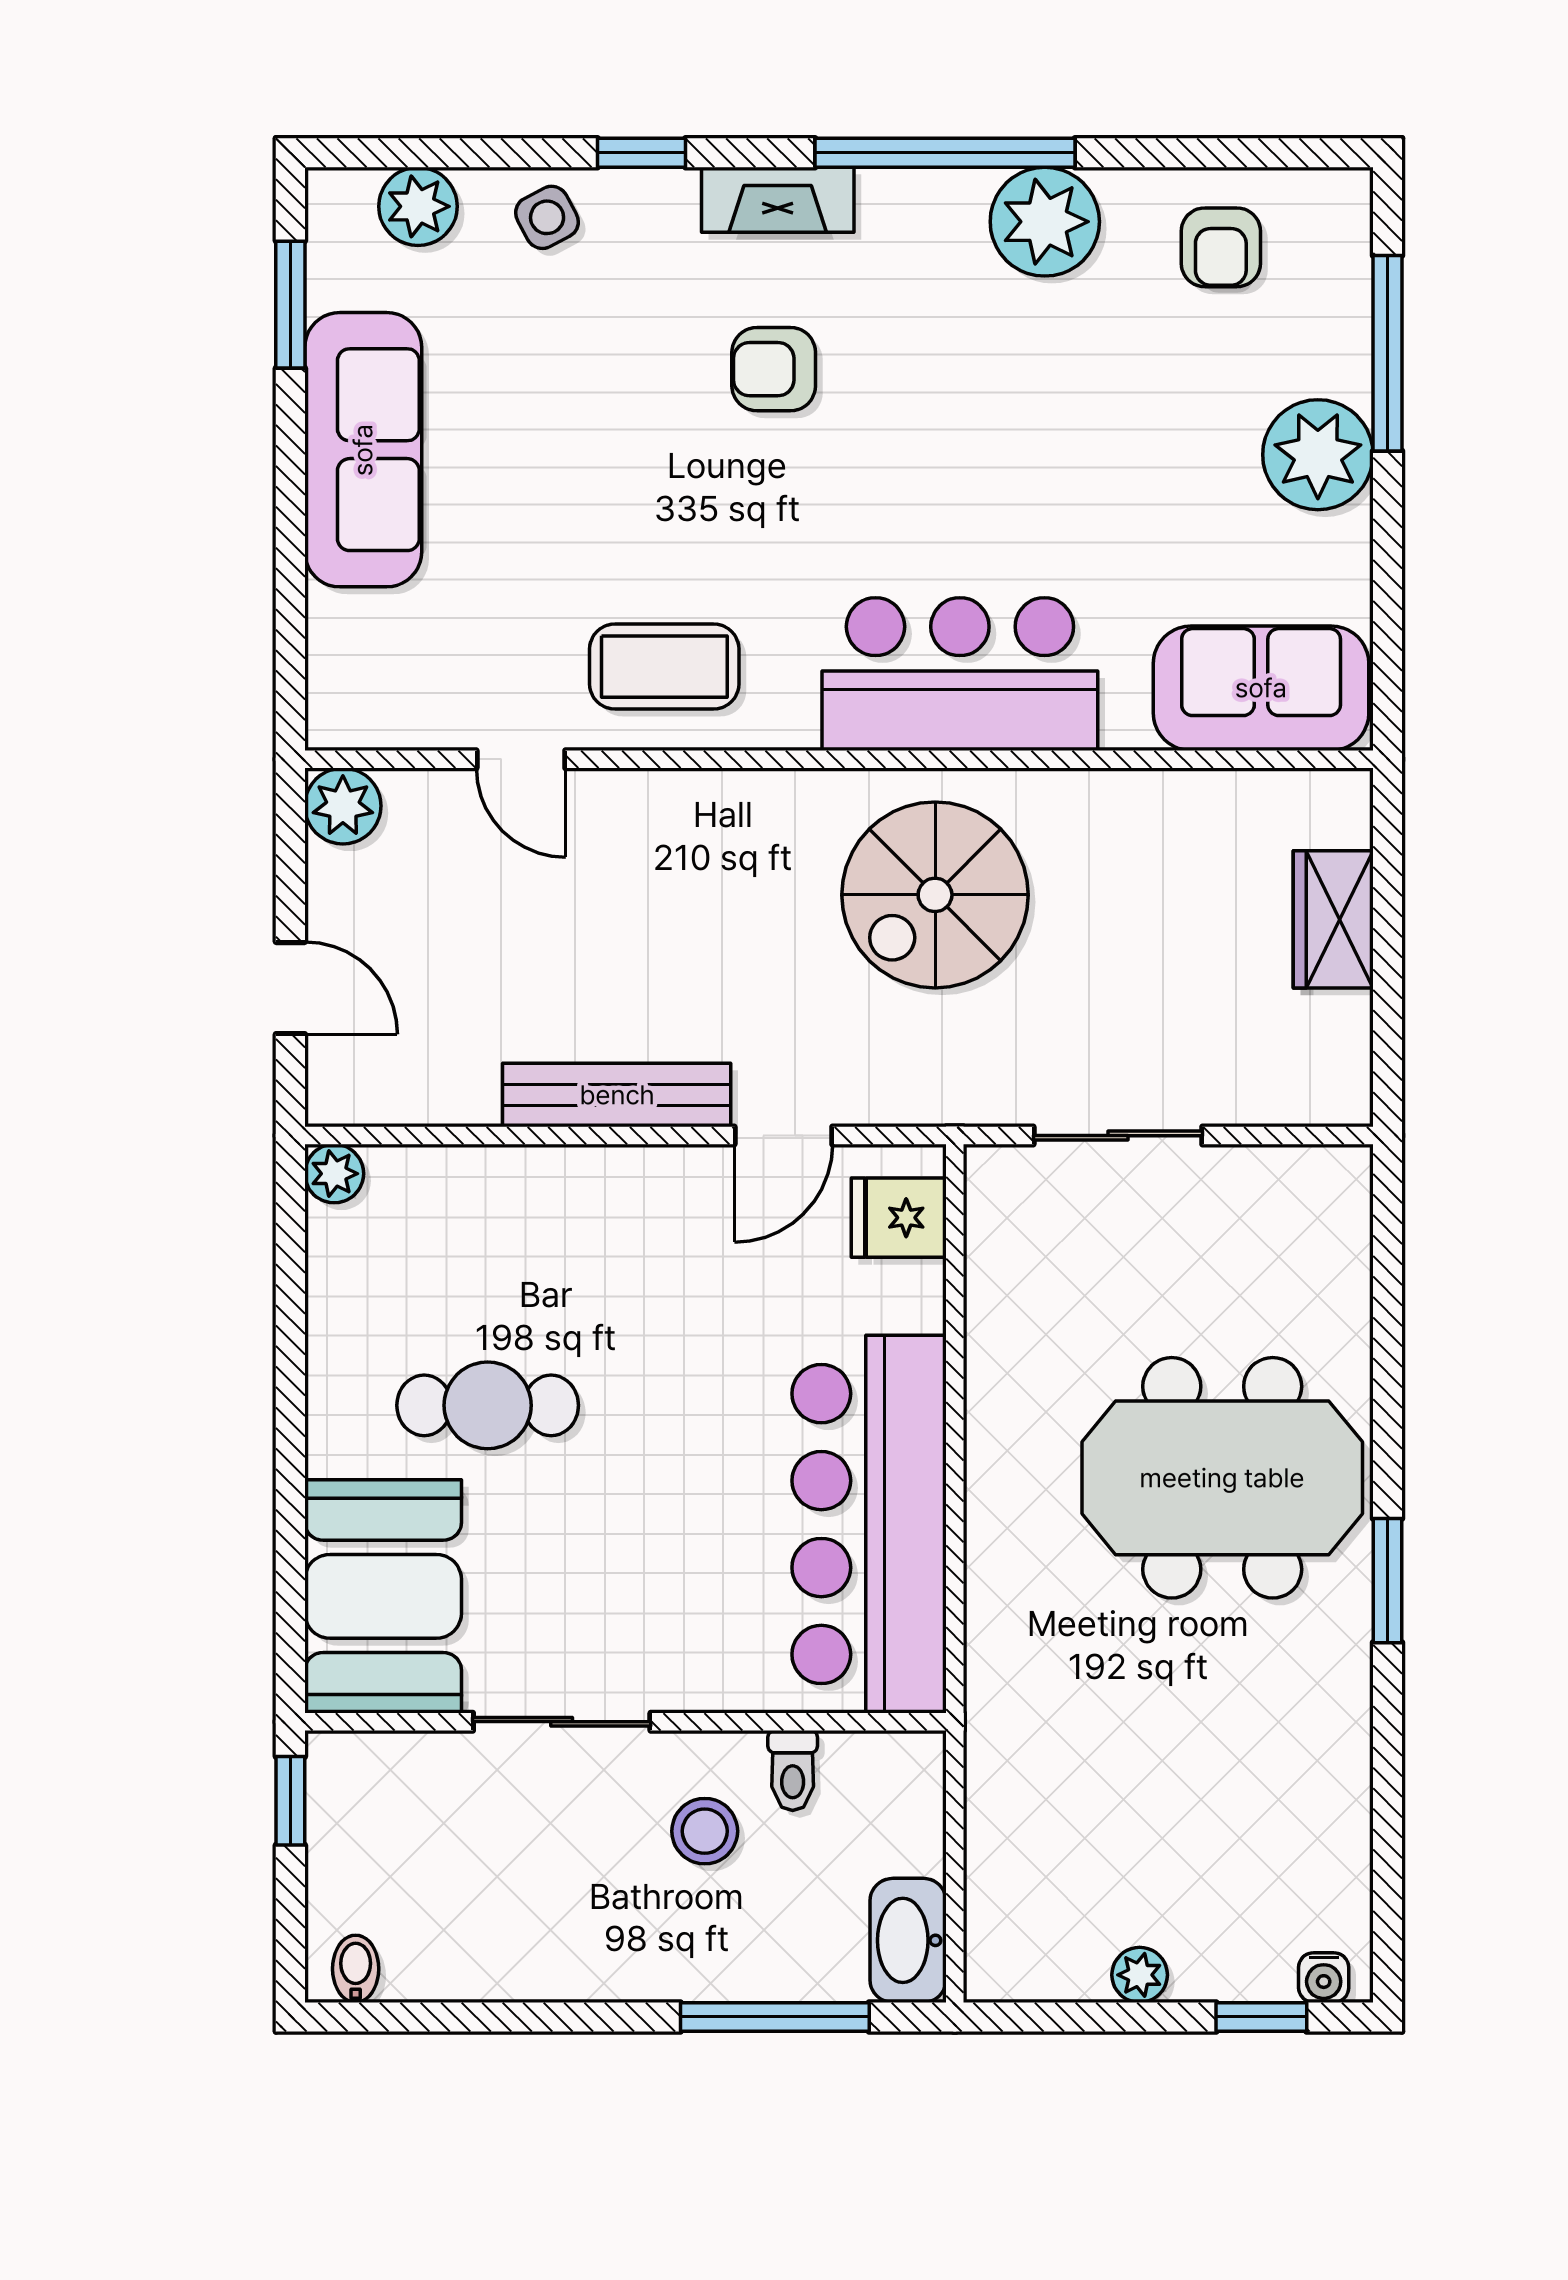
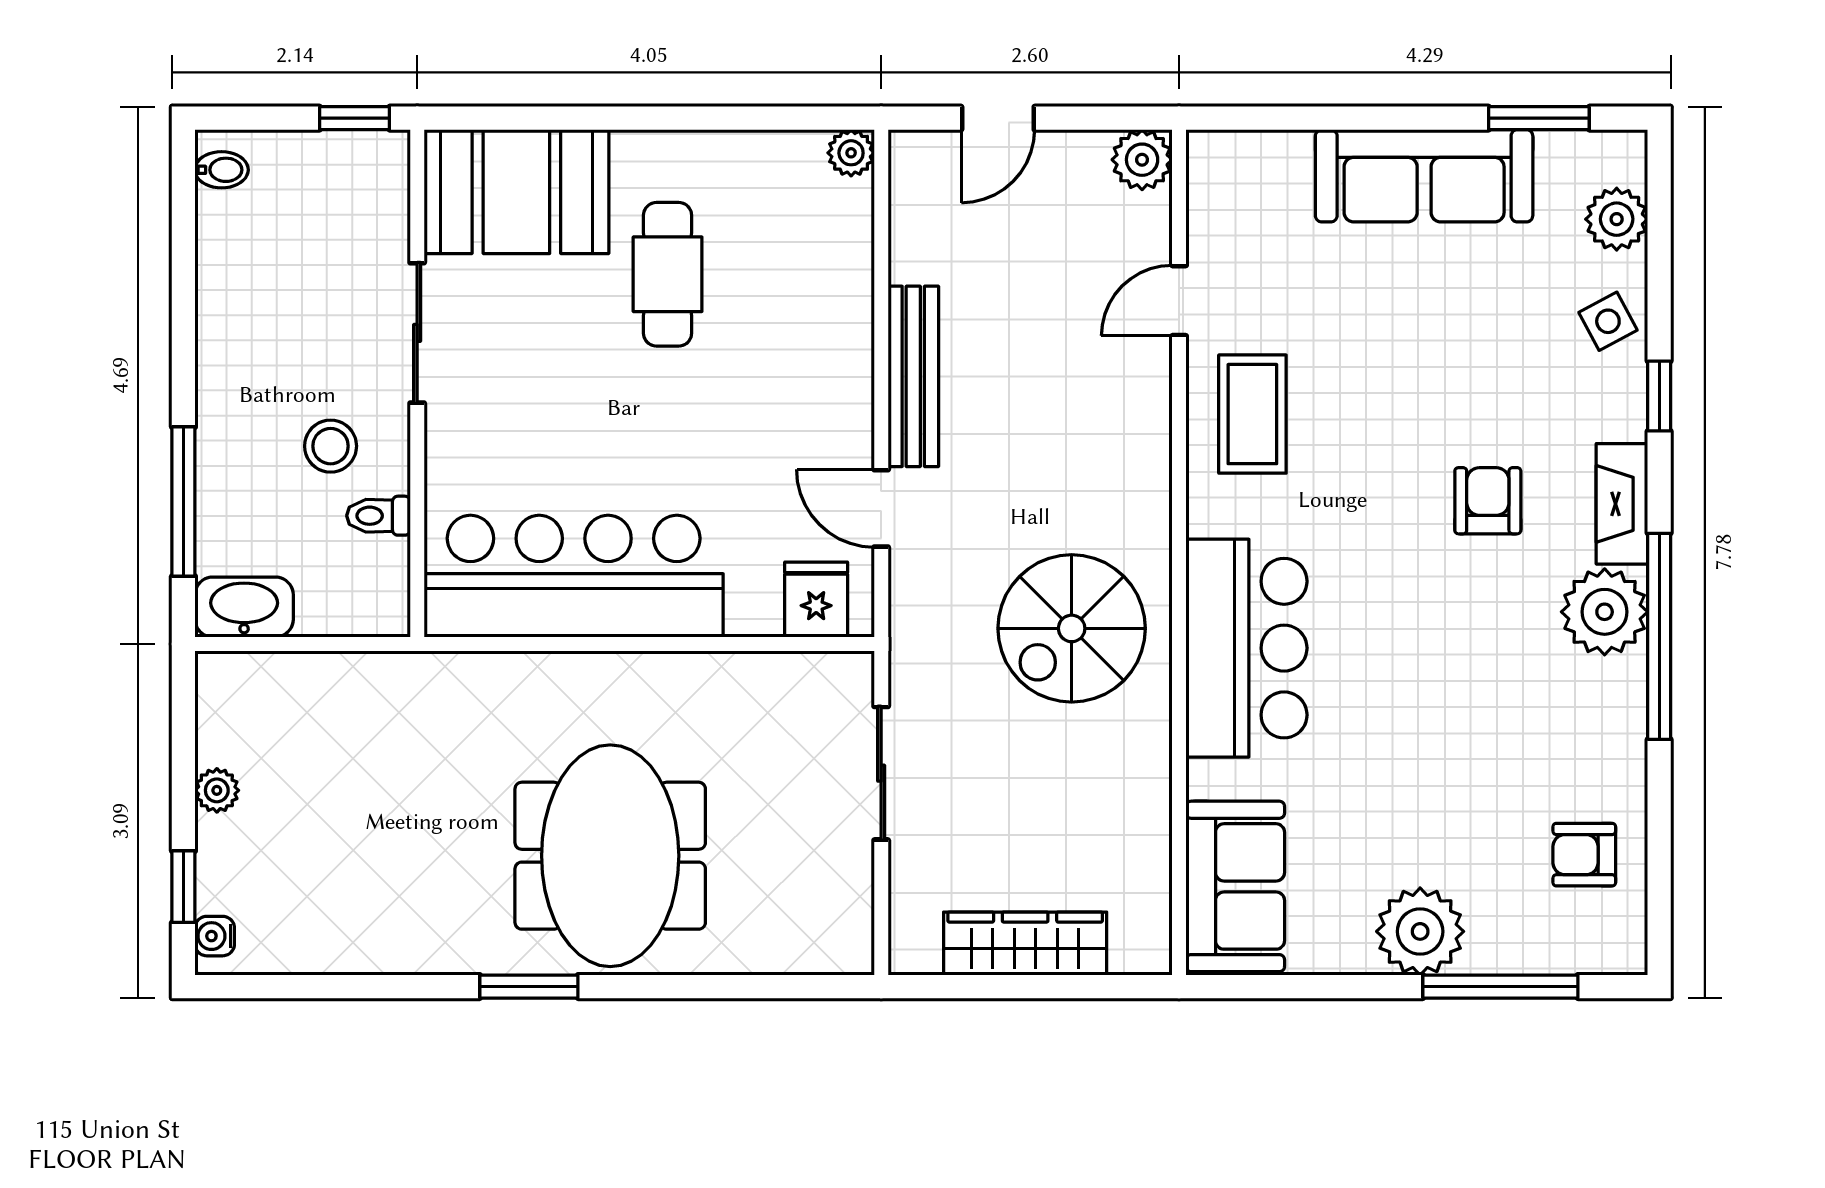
plant: (1045, 222) -> (1605, 612), moved
spiral stairs: (935, 895) -> (1072, 628), turned -90
wardrobe: (1333, 919) -> (1025, 944), width x1.50

